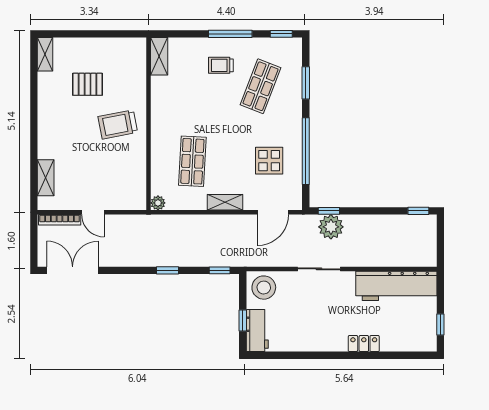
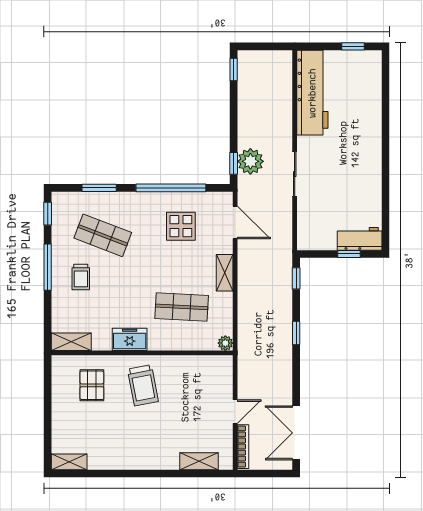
pallet: (88, 84) -> (92, 385), moved
freezer: (161, 112) -> (130, 339), added
stool: (264, 288) -> (314, 232), removed
locker: (364, 344) -> (373, 127), removed

